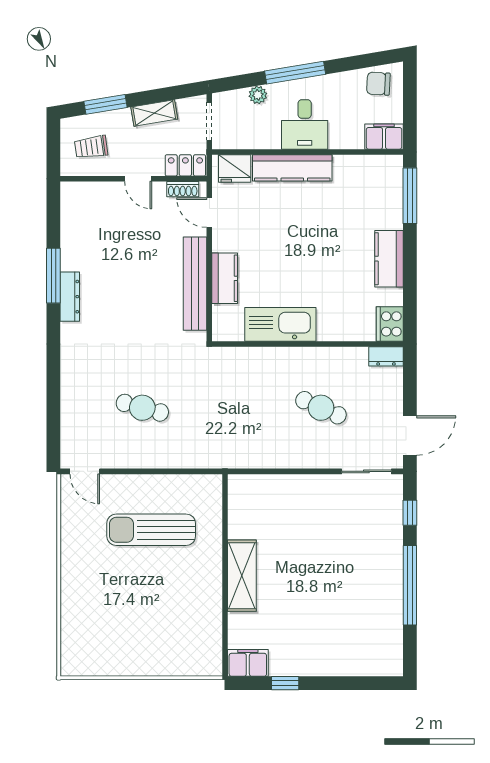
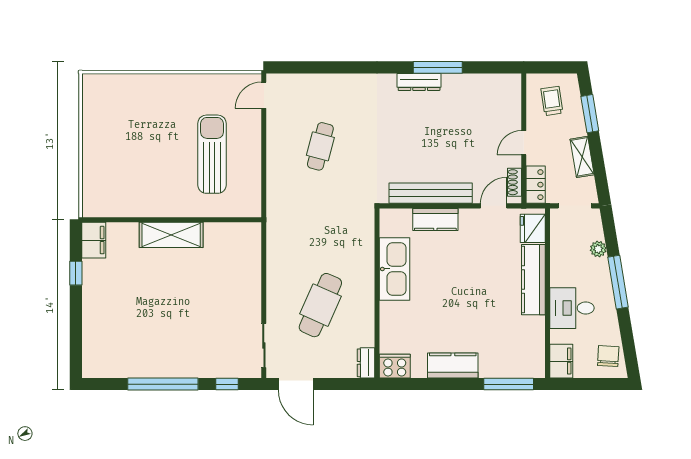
desk: (305, 124) -> (572, 308), moved
cafe table: (321, 408) -> (320, 305), width x1.37, depth x1.35

